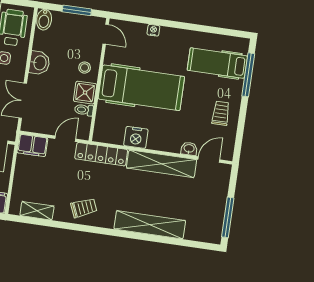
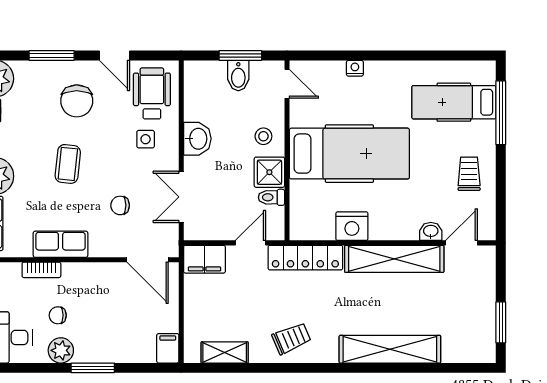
bidet: (44, 20) -> (238, 76), moved
window: (228, 217) -> (501, 322), width x0.69

